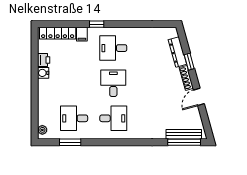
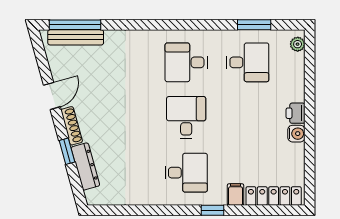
printer: (44, 60) -> (296, 113), moved
desk: (113, 83) -> (186, 118), turned 180

